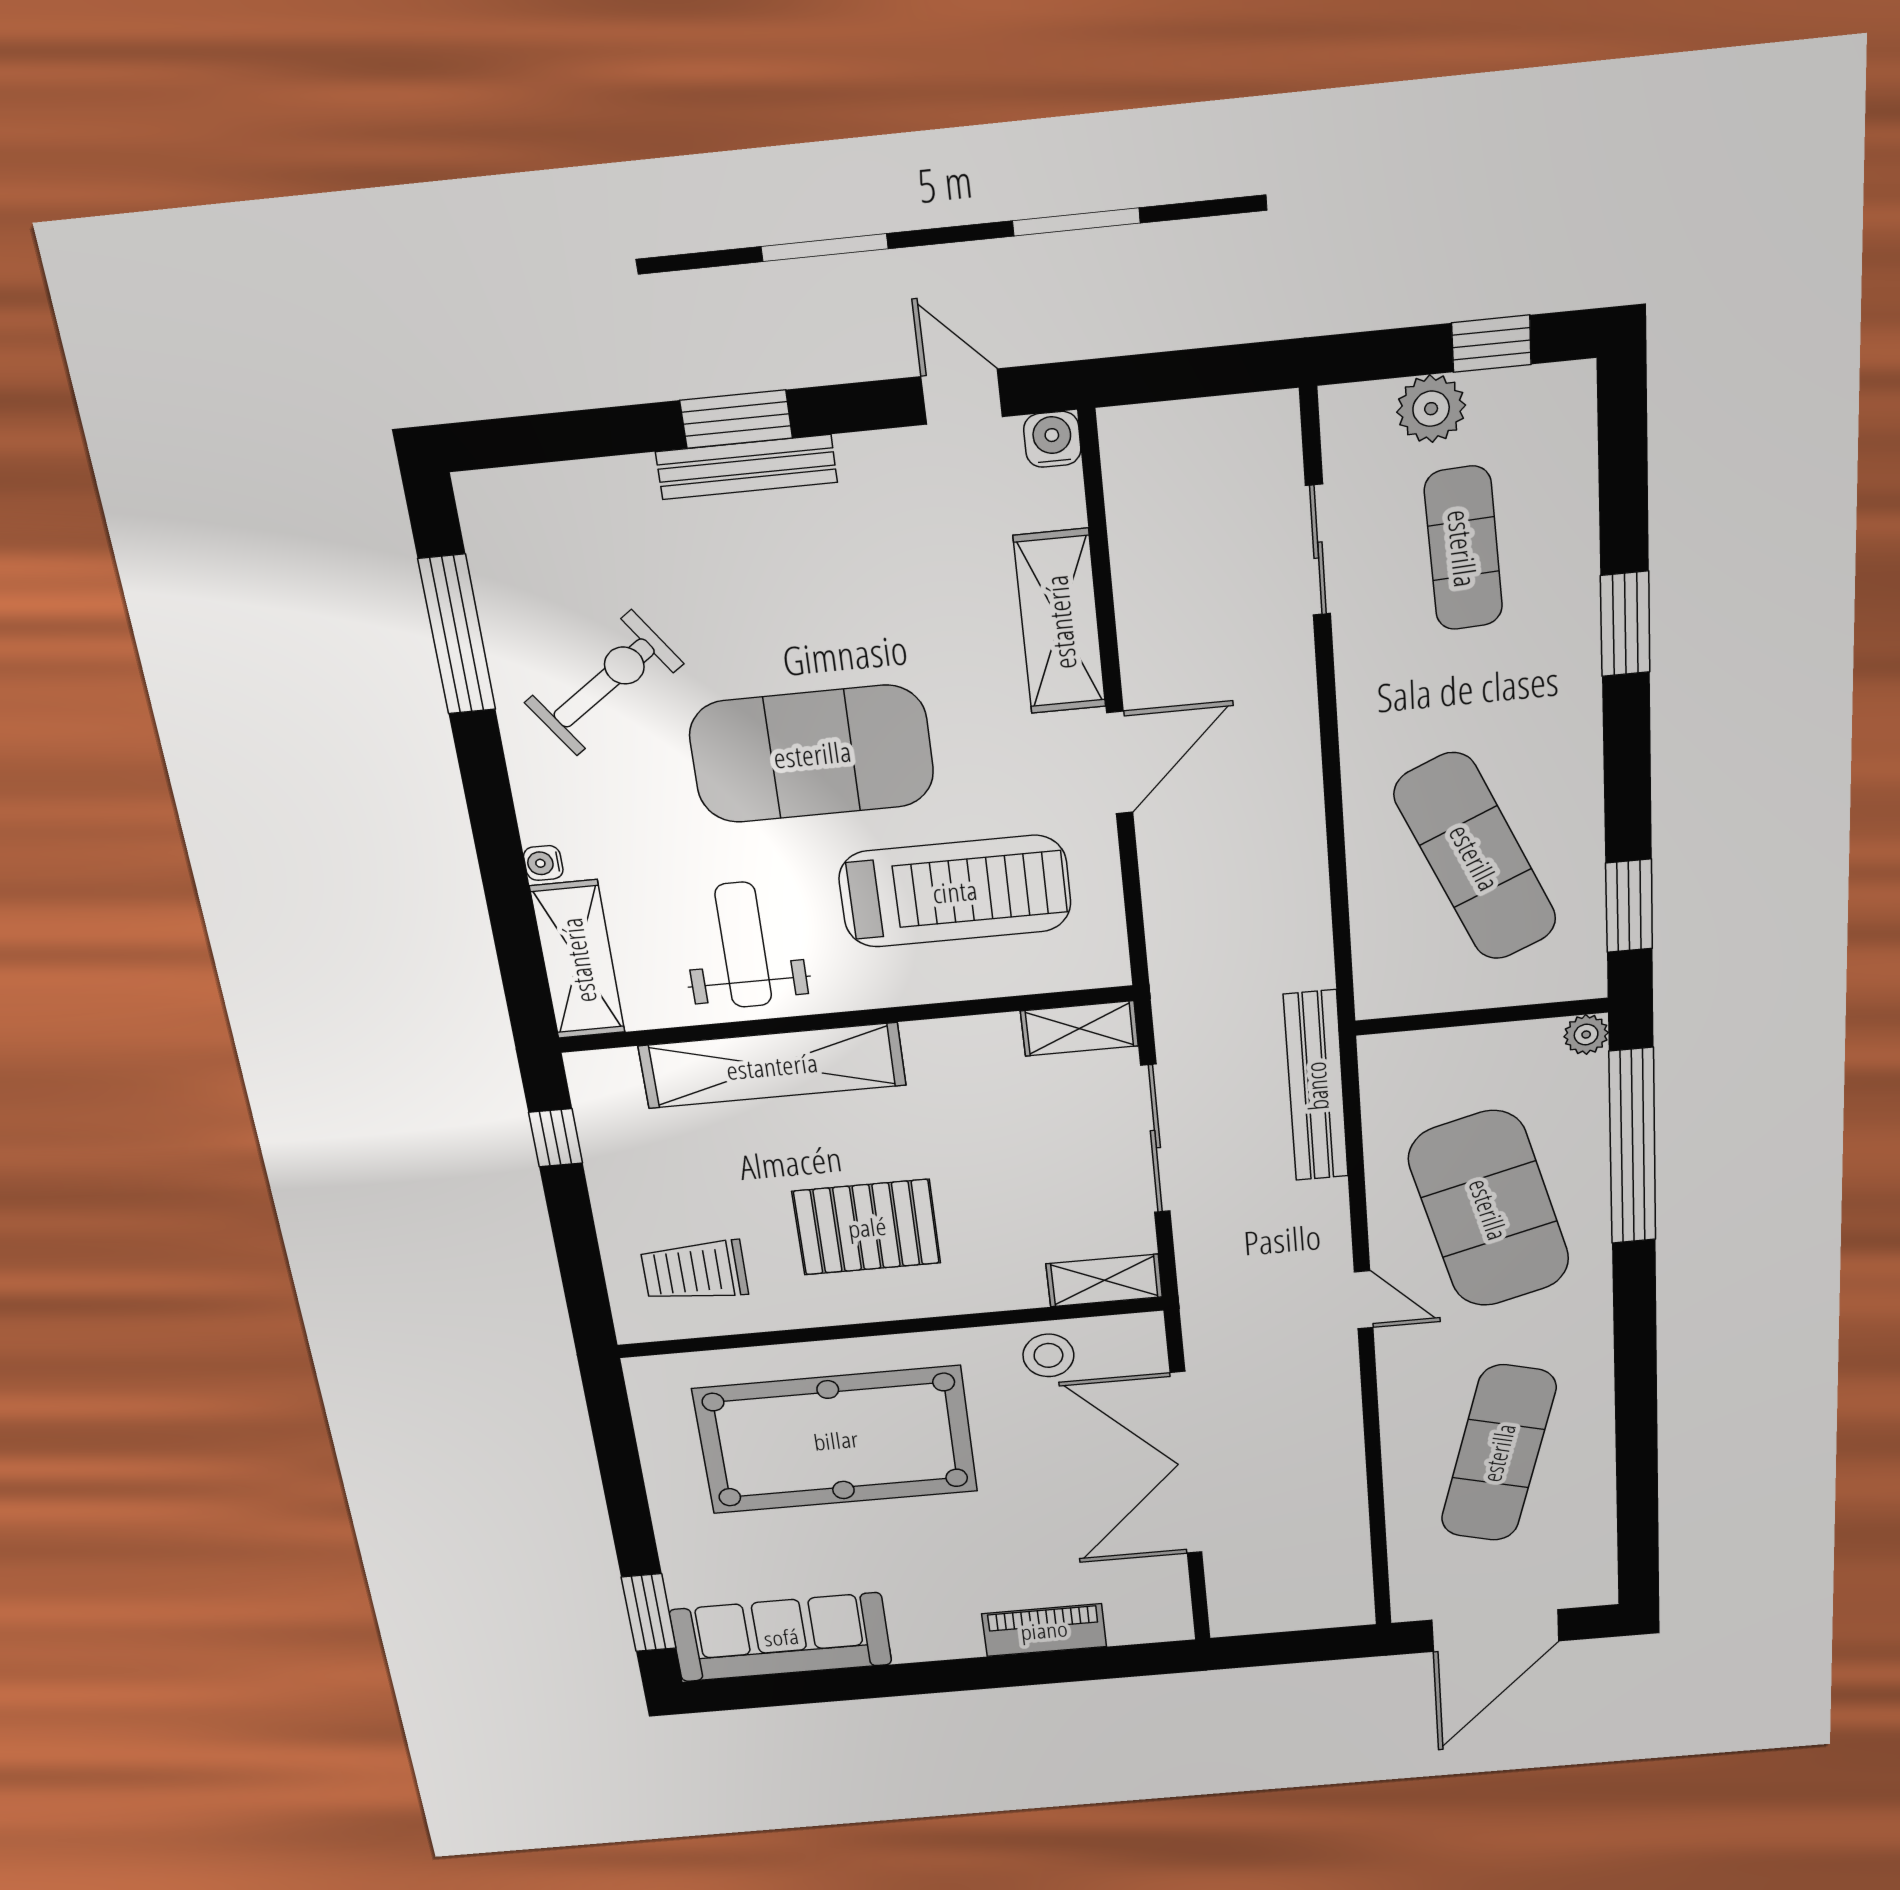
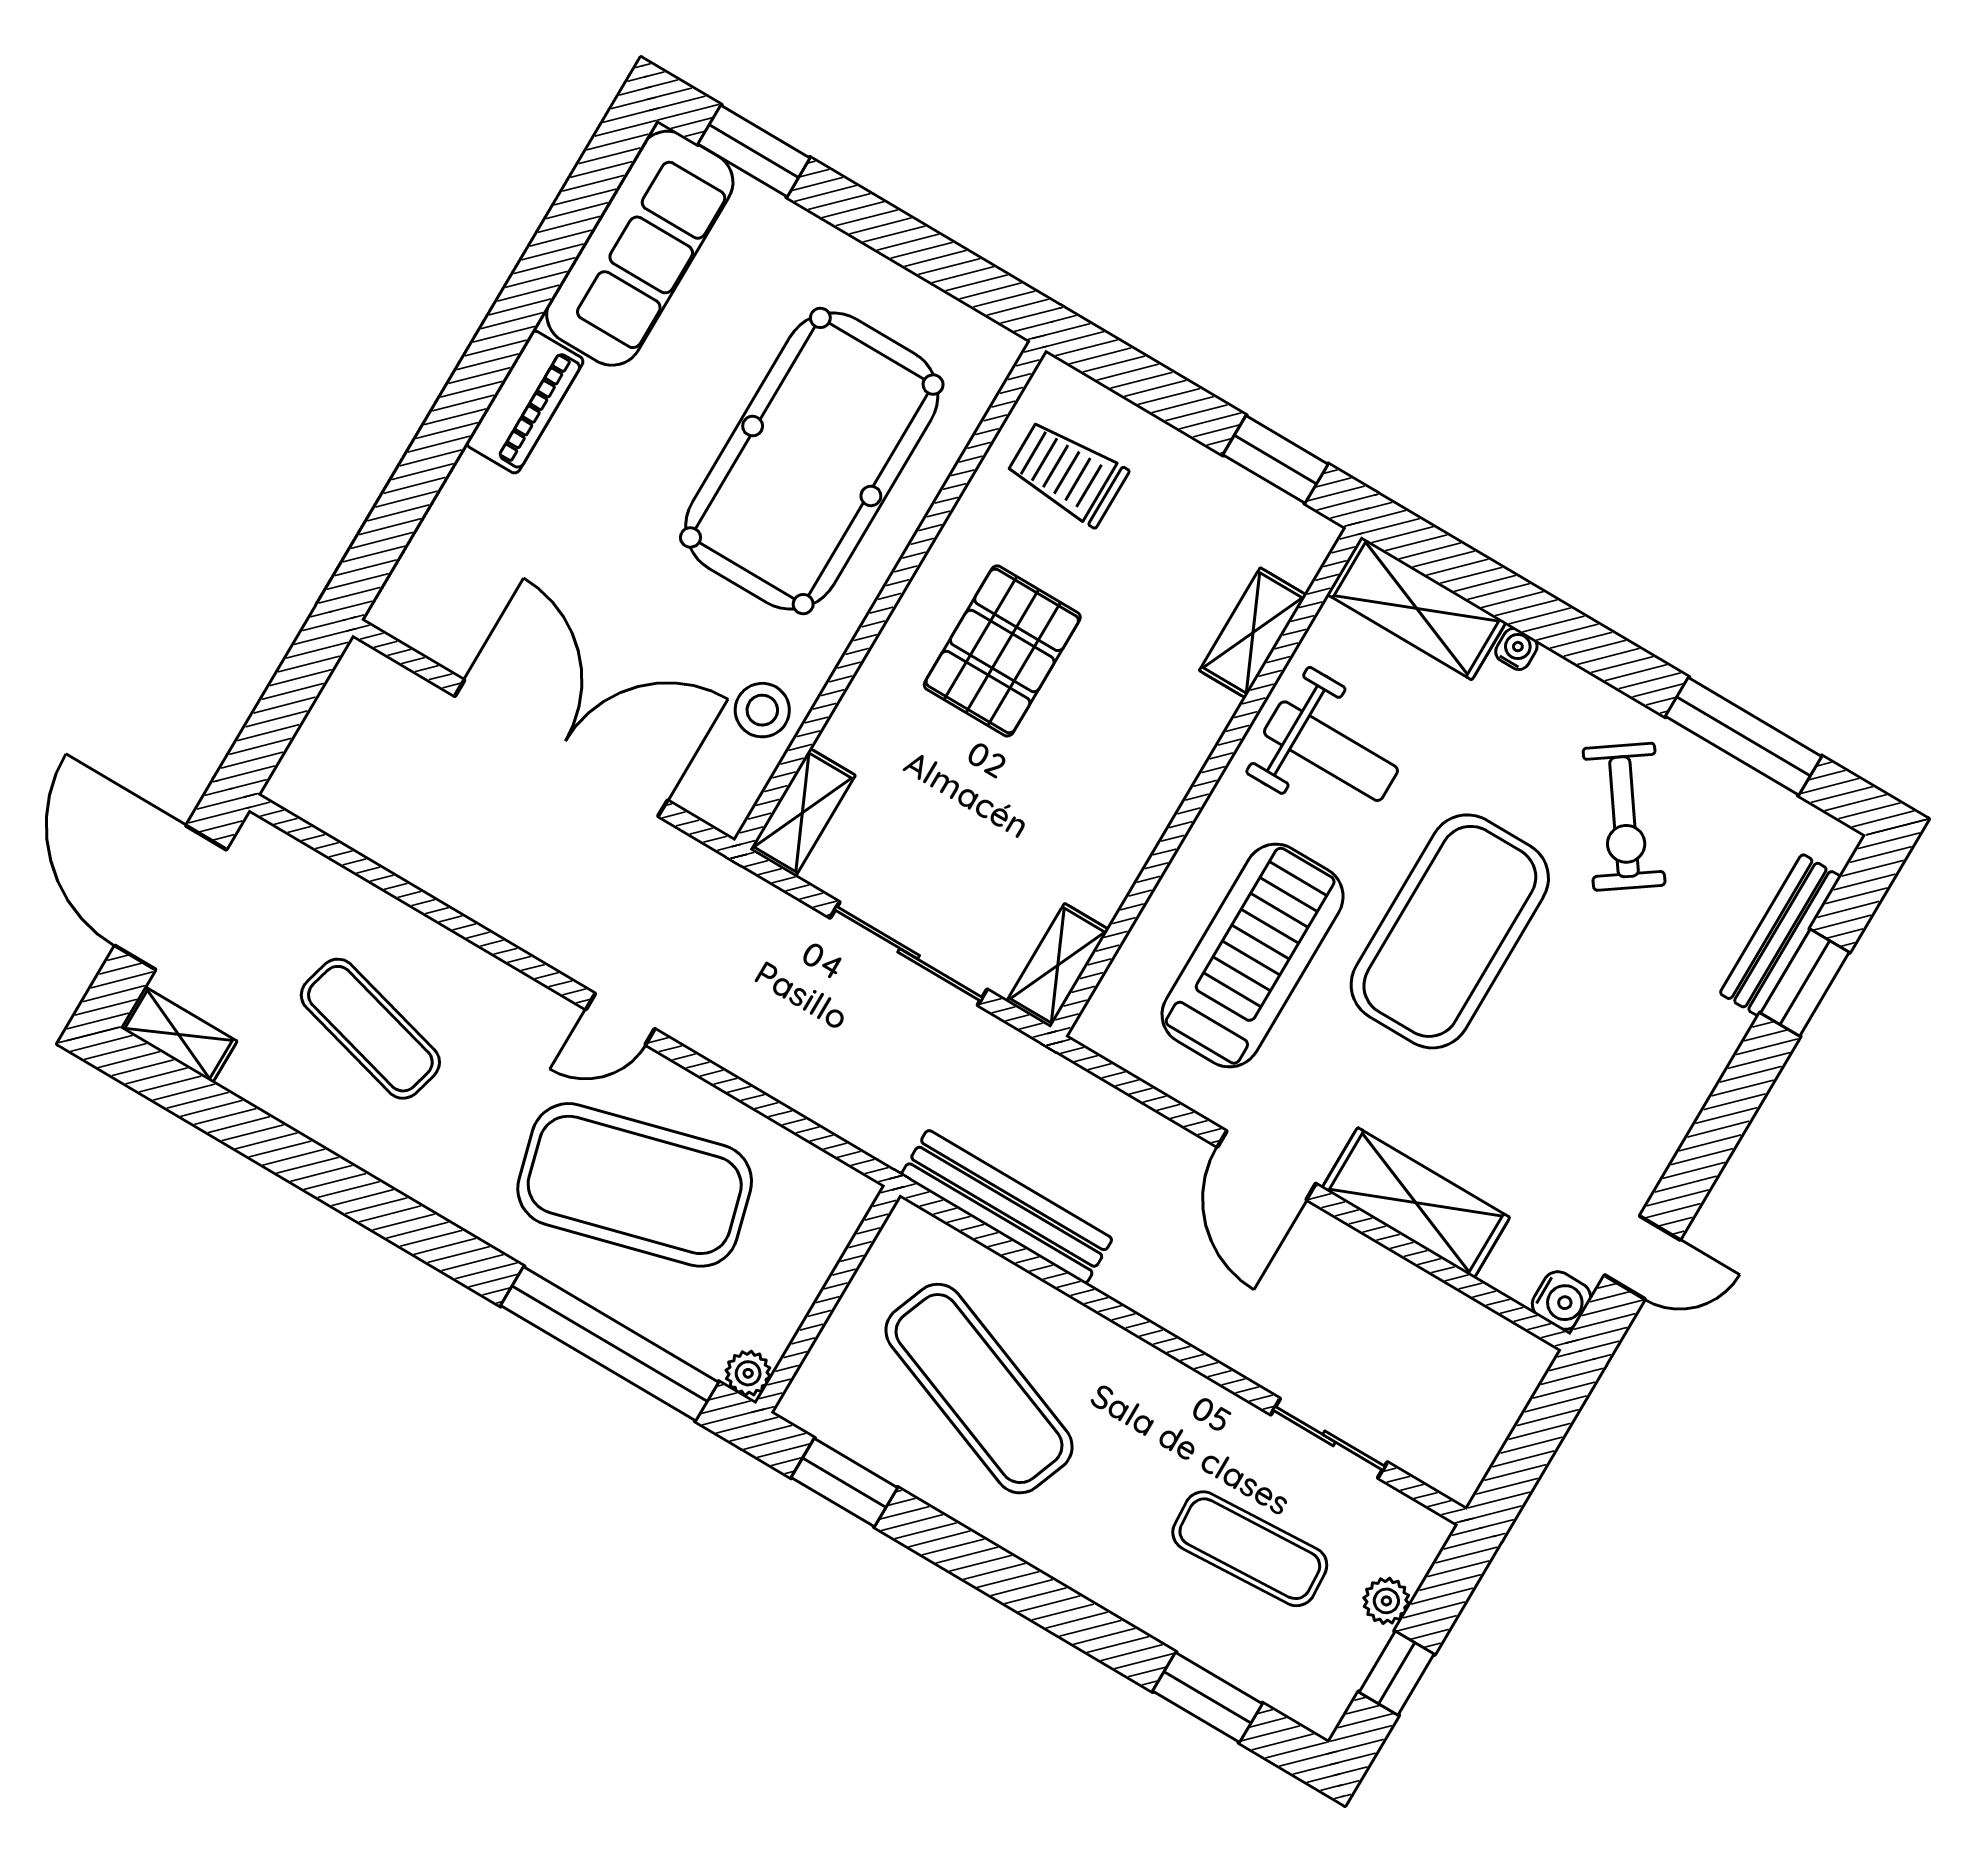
plant: (1431, 409) -> (1386, 1601), width x0.73, depth x0.73
window: (736, 419) -> (1805, 983), moved
bench: (746, 467) -> (1780, 935), moved
window: (1625, 624) -> (1207, 1697), moved
exercise mat: (1475, 857) -> (979, 1389), turned 45
treadmill: (955, 891) -> (1253, 956), turned 180
shelving: (772, 1066) -> (1253, 633), width x0.45, depth x0.75
bench: (1316, 1086) -> (1007, 1207), moved
window: (556, 1138) -> (1275, 459), width x1.50
trolley: (695, 1271) -> (1067, 473), turned -90
exercise mat: (1498, 1453) -> (370, 1029), width x0.73, depth x0.69
shelving: (1596, 1567) -> (179, 1034), added
piano: (1044, 1630) -> (525, 402), moved

